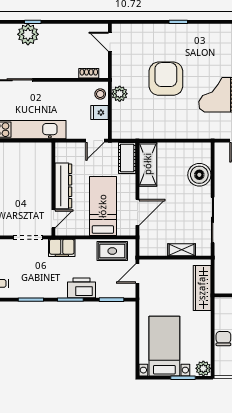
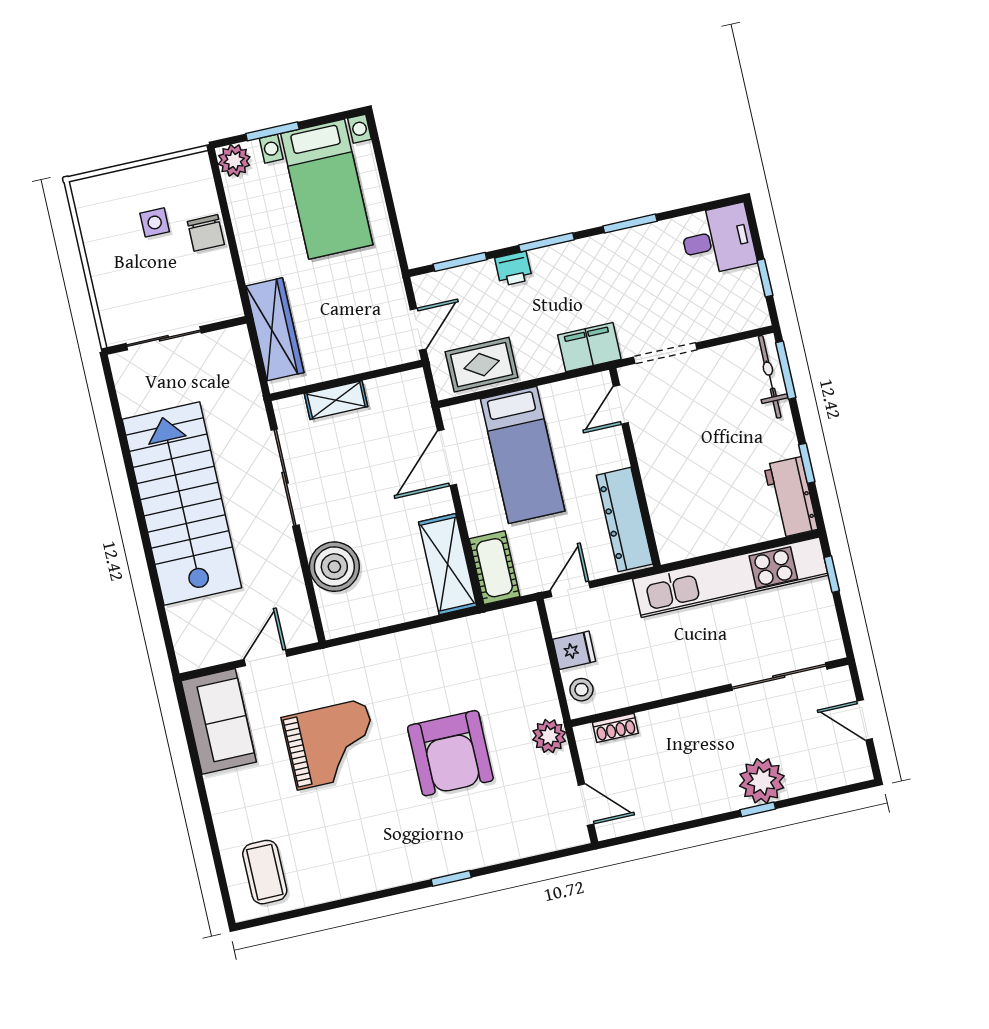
plant: (120, 94) -> (549, 736), moved
dresser: (63, 186) -> (625, 520), moved
printer: (82, 288) -> (514, 269), width x0.53, depth x0.68

